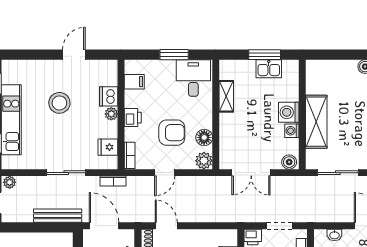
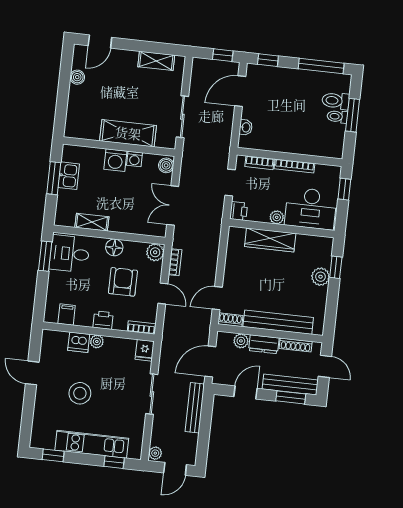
window: (174, 55) -> (45, 256), moved
floor lamp: (204, 137) -> (114, 247), moved
fridge: (108, 147) -> (145, 350), moved
double door: (251, 173) -> (173, 205), swing flipped
bookcase: (113, 181) -> (175, 262), moved

